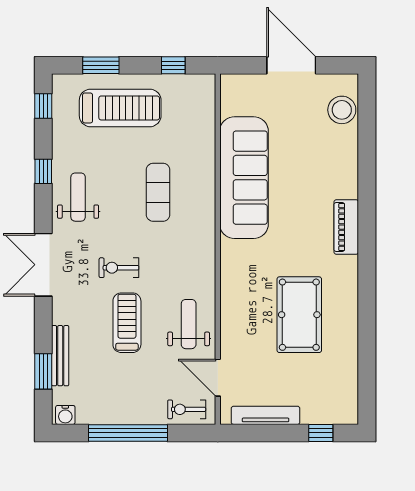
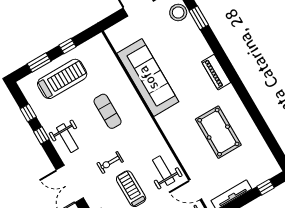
window: (173, 65) -> (67, 46), moved
window: (43, 106) -> (28, 113), moved
window: (367, 135) -> (199, 18), added
weight bench: (78, 197) -> (67, 138), turned 180

